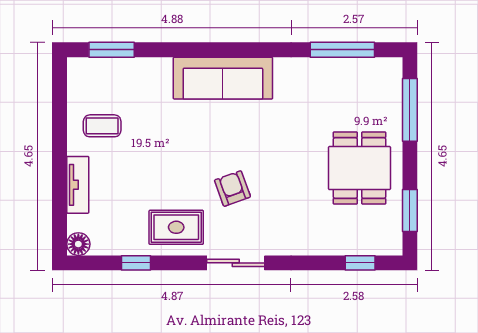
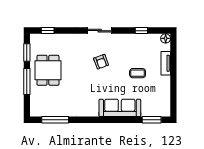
sofa: (223, 78) -> (120, 108), moved
window: (410, 110) -> (27, 82), moved
coffee table: (102, 126) -> (138, 73), moved
rug: (176, 227) -> (125, 45), removed

